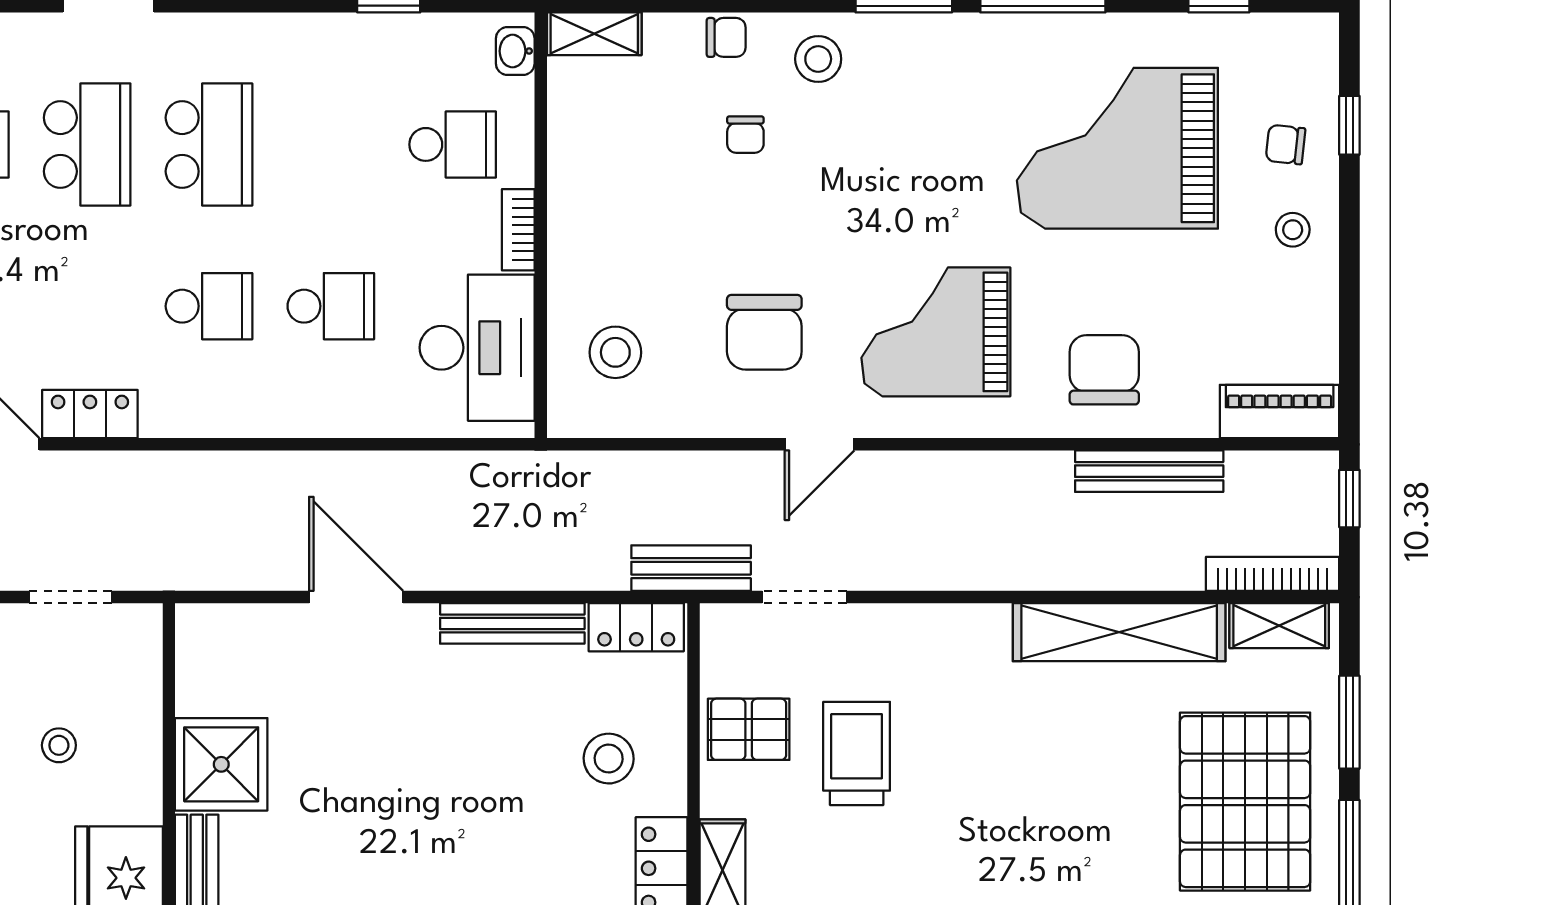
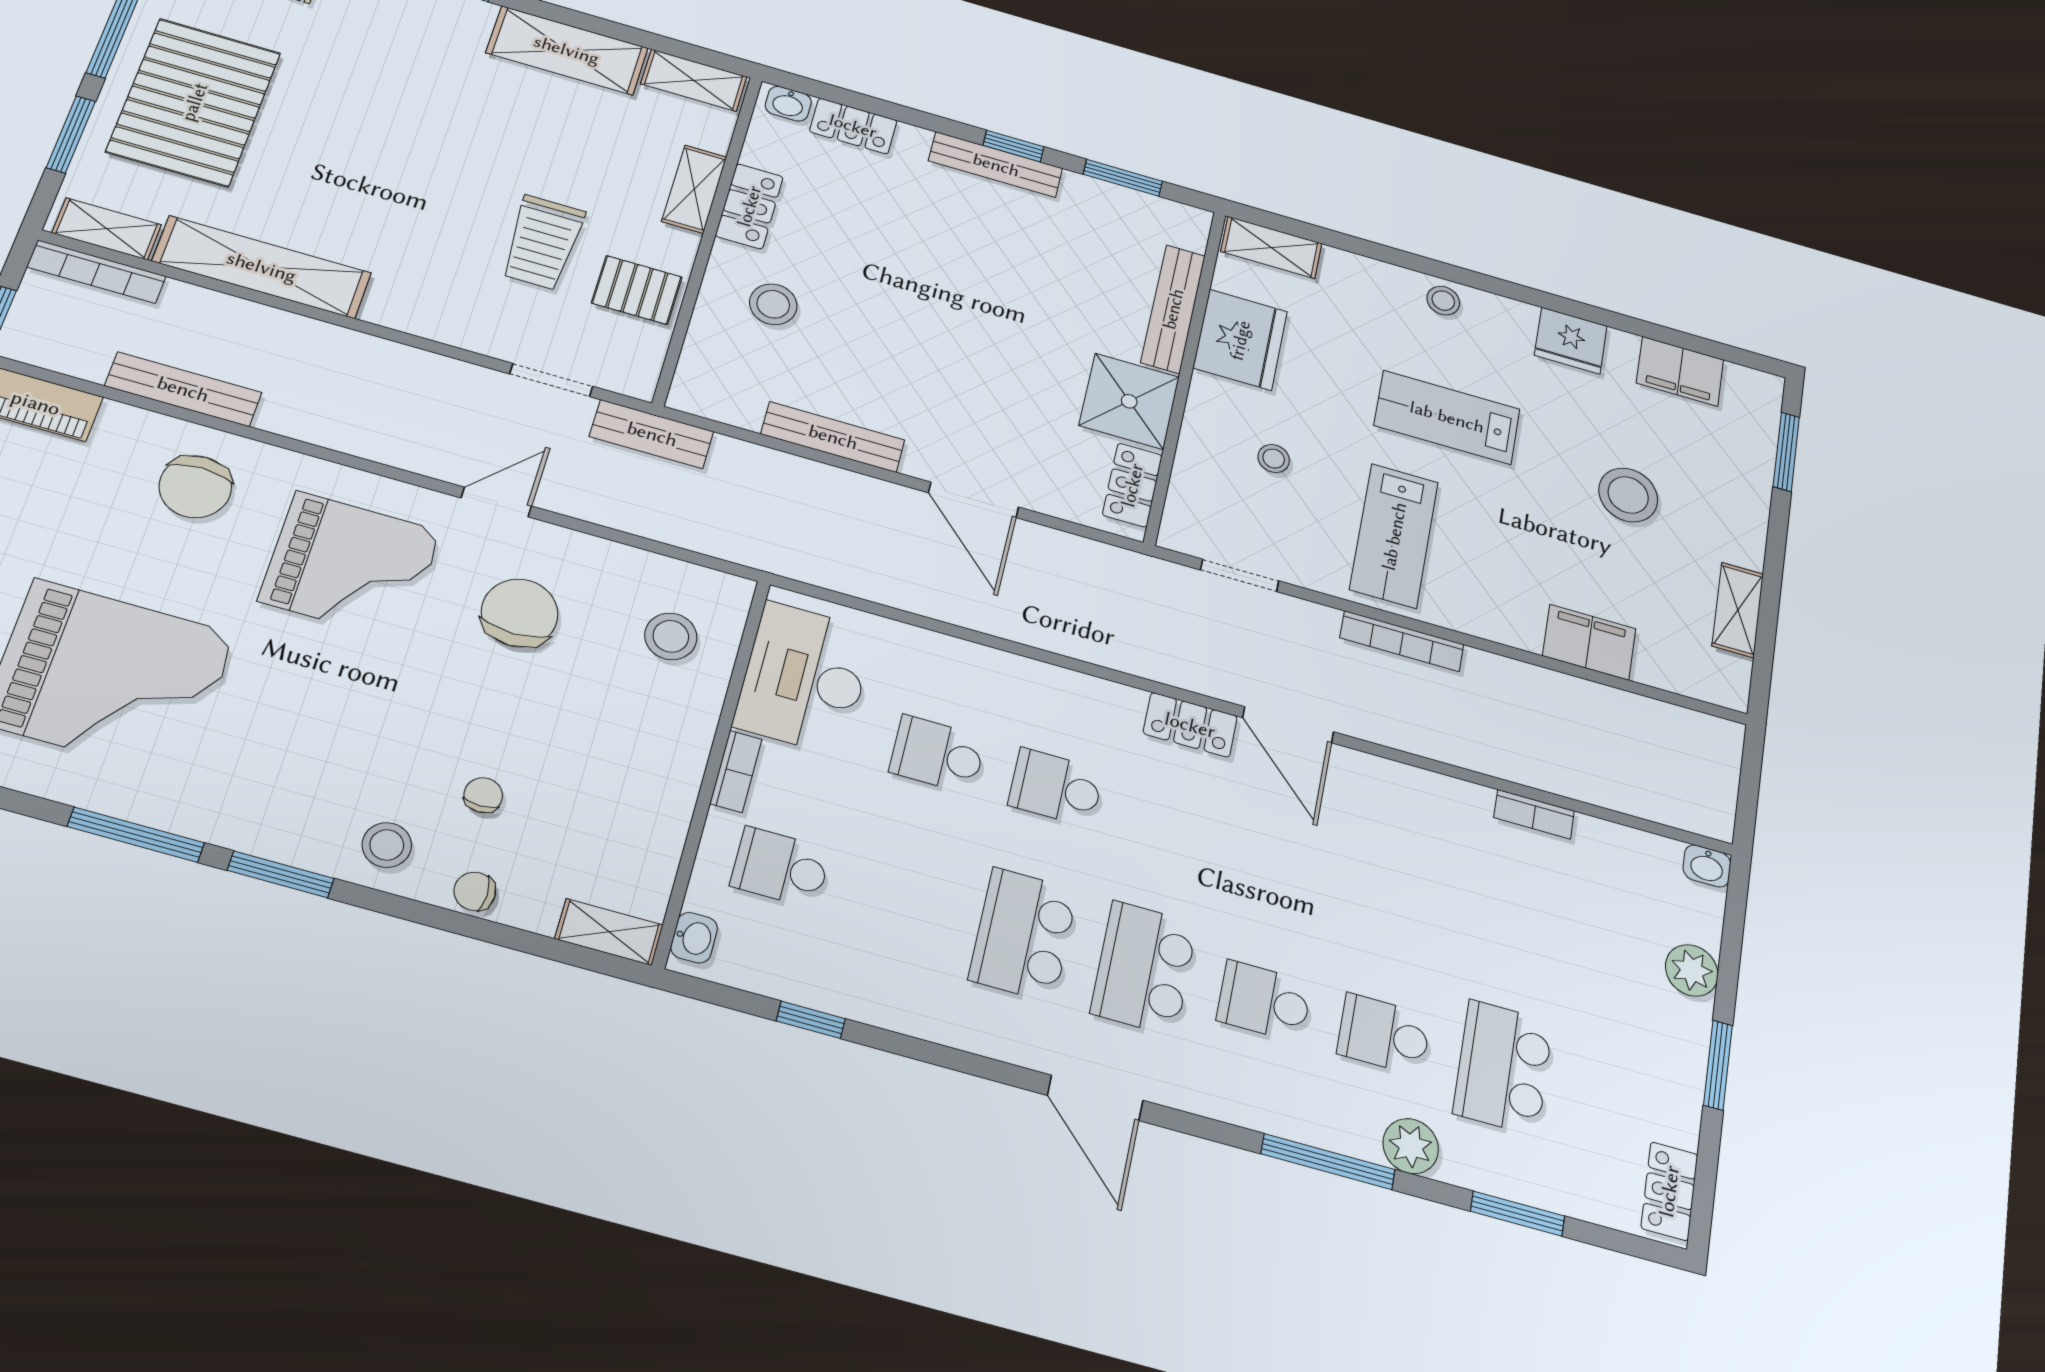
locker: (636, 627) -> (1132, 485), moved, turned -90

